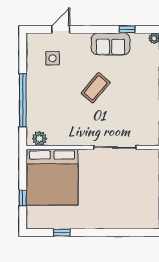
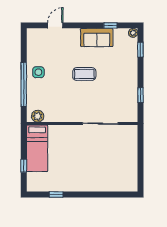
side table: (53, 58) -> (38, 72), moved
coffee table: (96, 88) -> (84, 74), turned 50
bed: (52, 177) -> (37, 148), width x0.49

